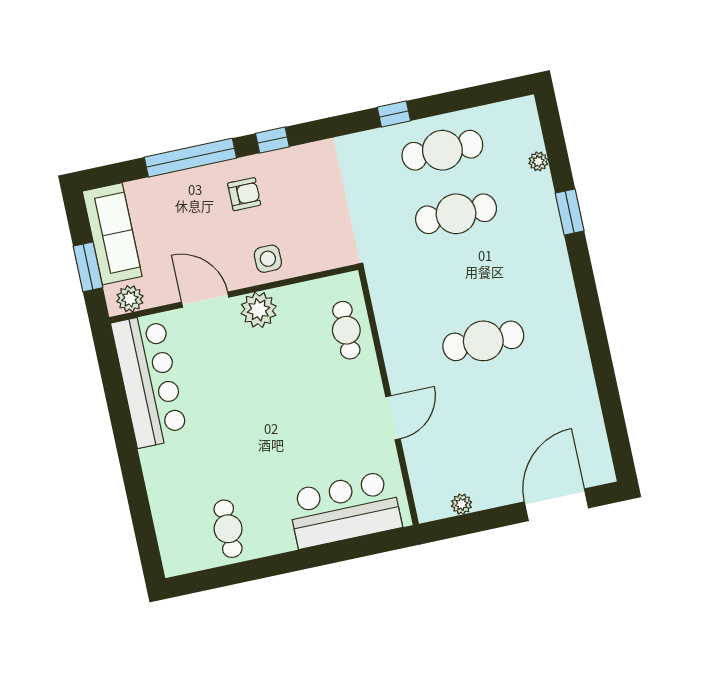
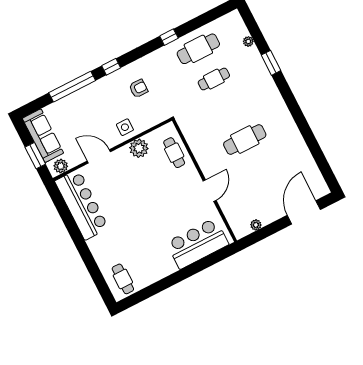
armchair: (244, 194) -> (138, 88), moved
cafe table: (456, 214) -> (214, 79), width x0.73, depth x0.74
plant: (259, 310) -> (139, 148), moved
cafe table: (228, 529) -> (123, 279), moved

